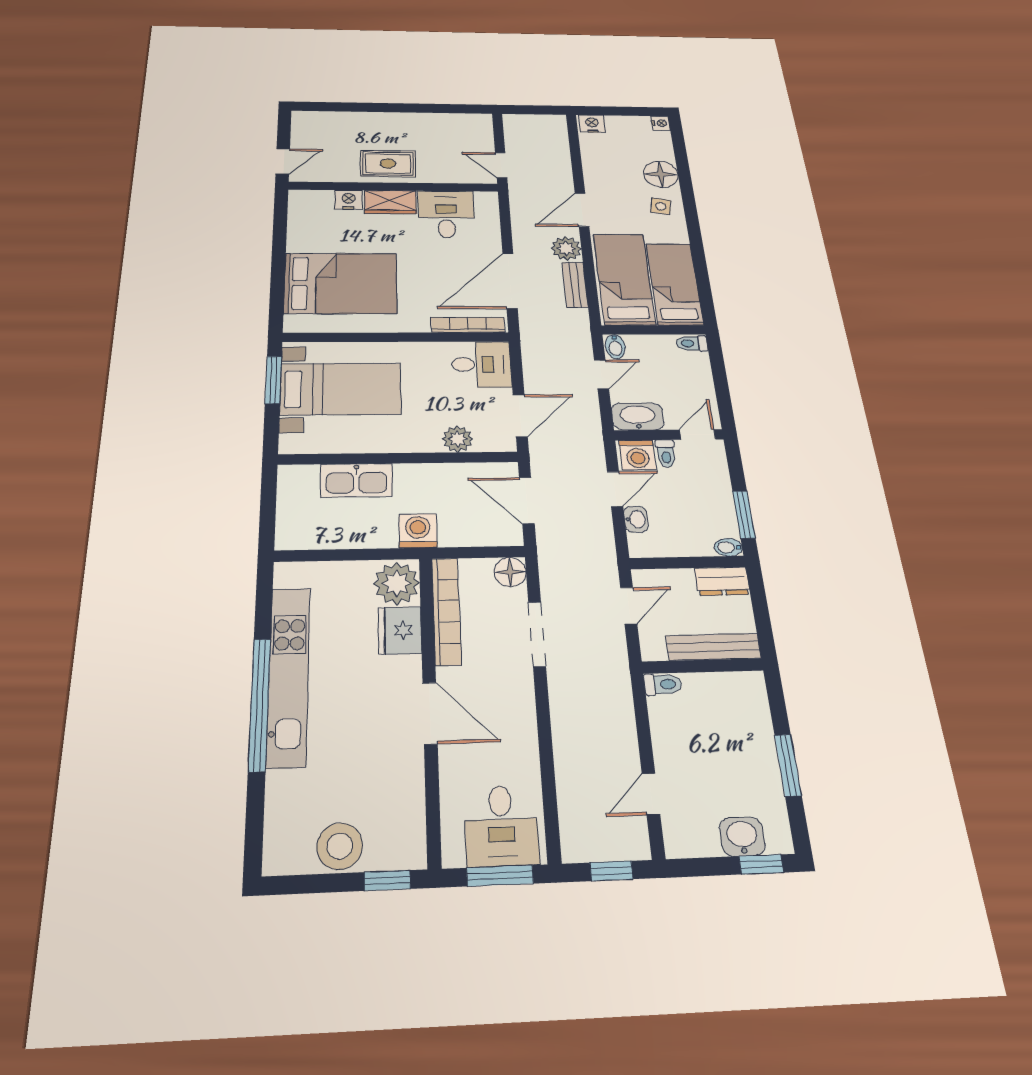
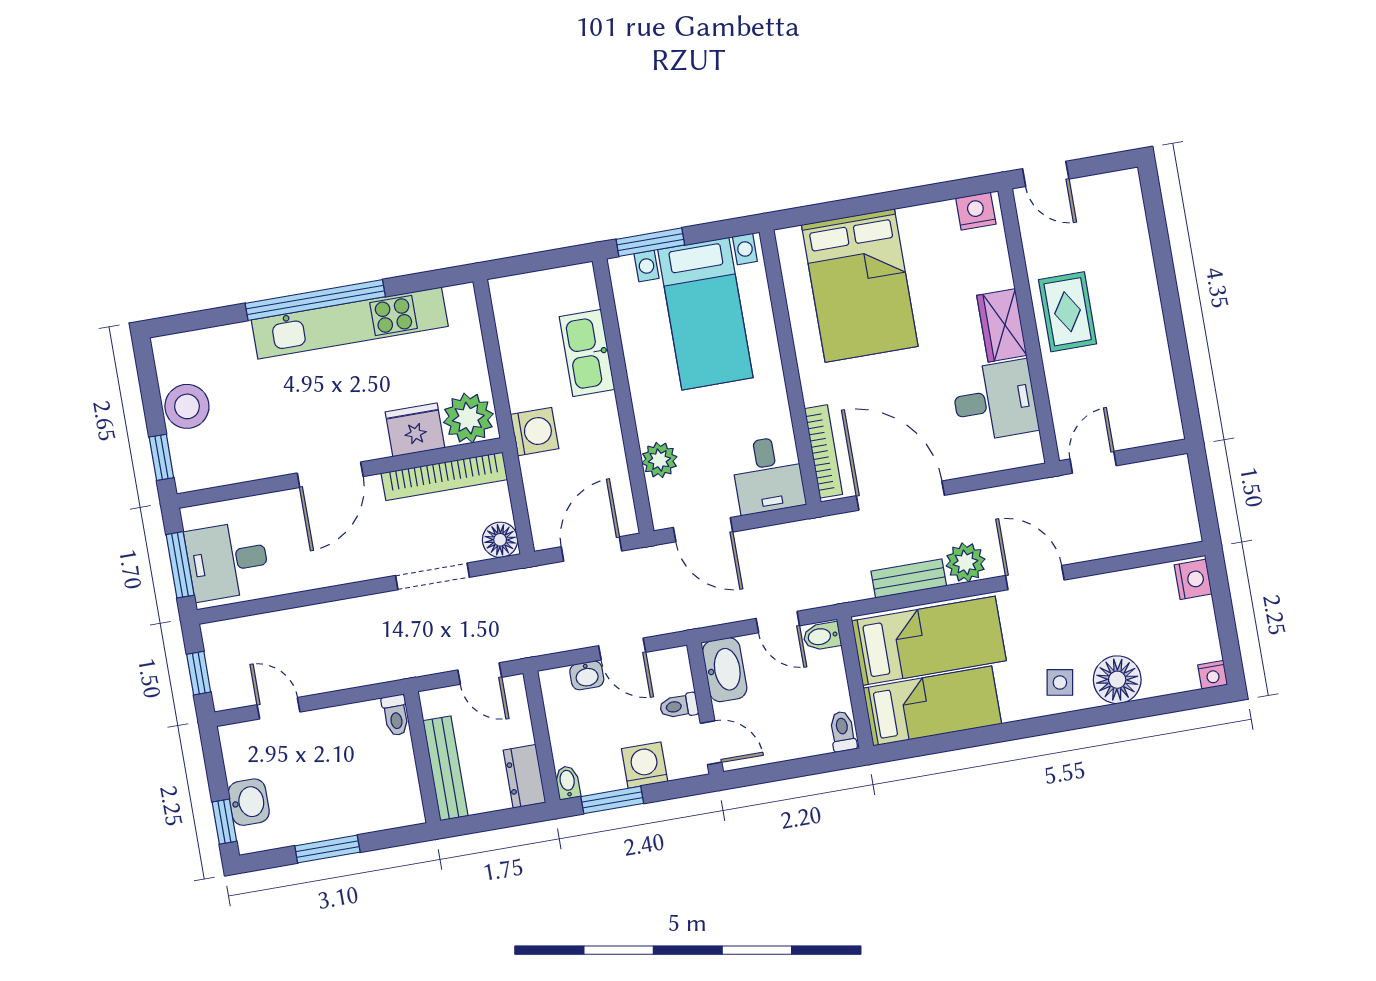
nightstand: (349, 200) -> (976, 211), moved, turned -90
window: (273, 380) -> (650, 242), moved
washing machine: (637, 455) -> (645, 765), moved, turned 90

